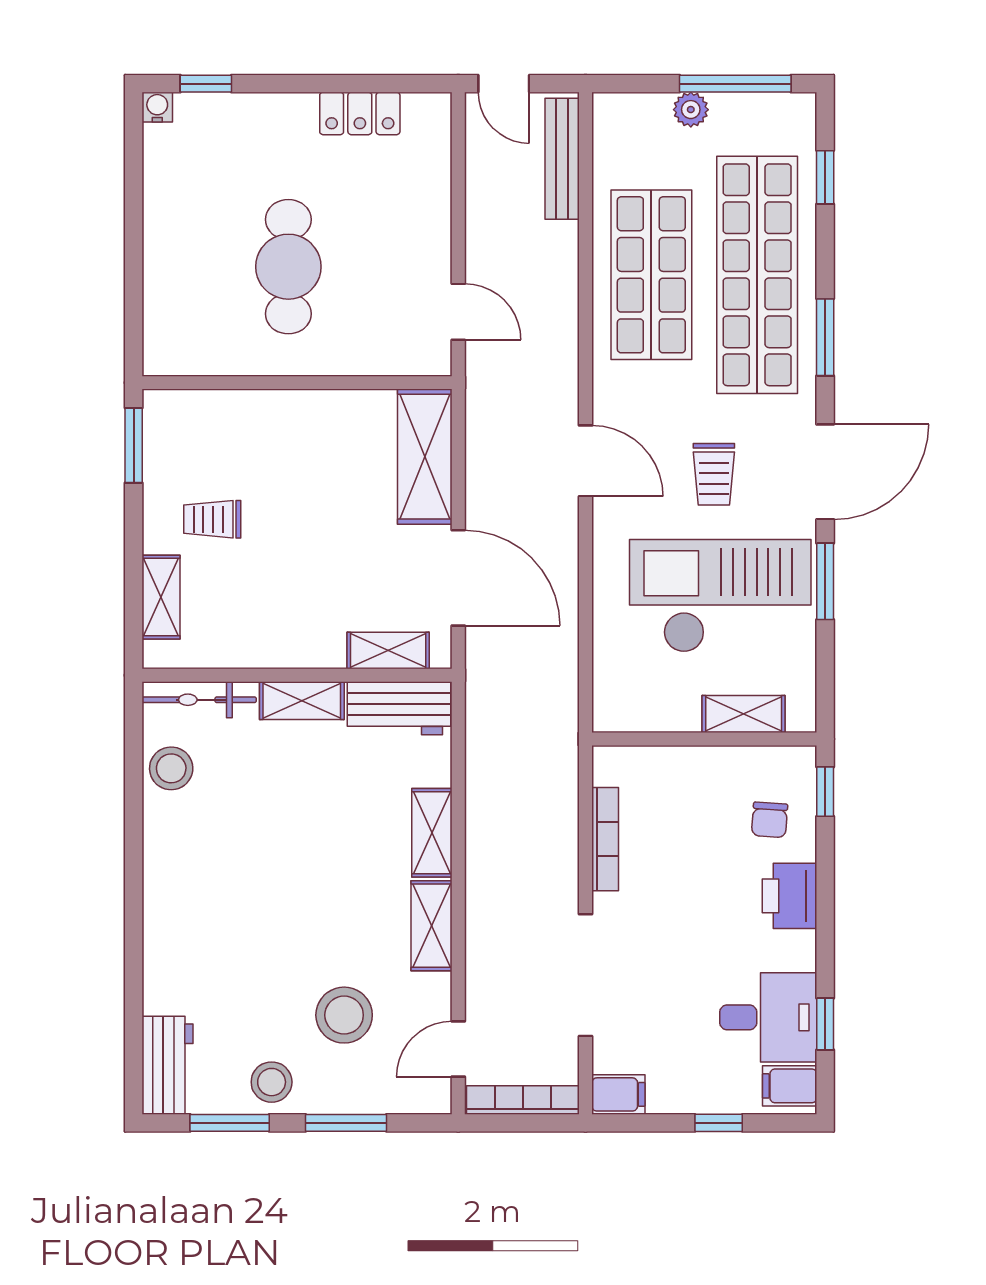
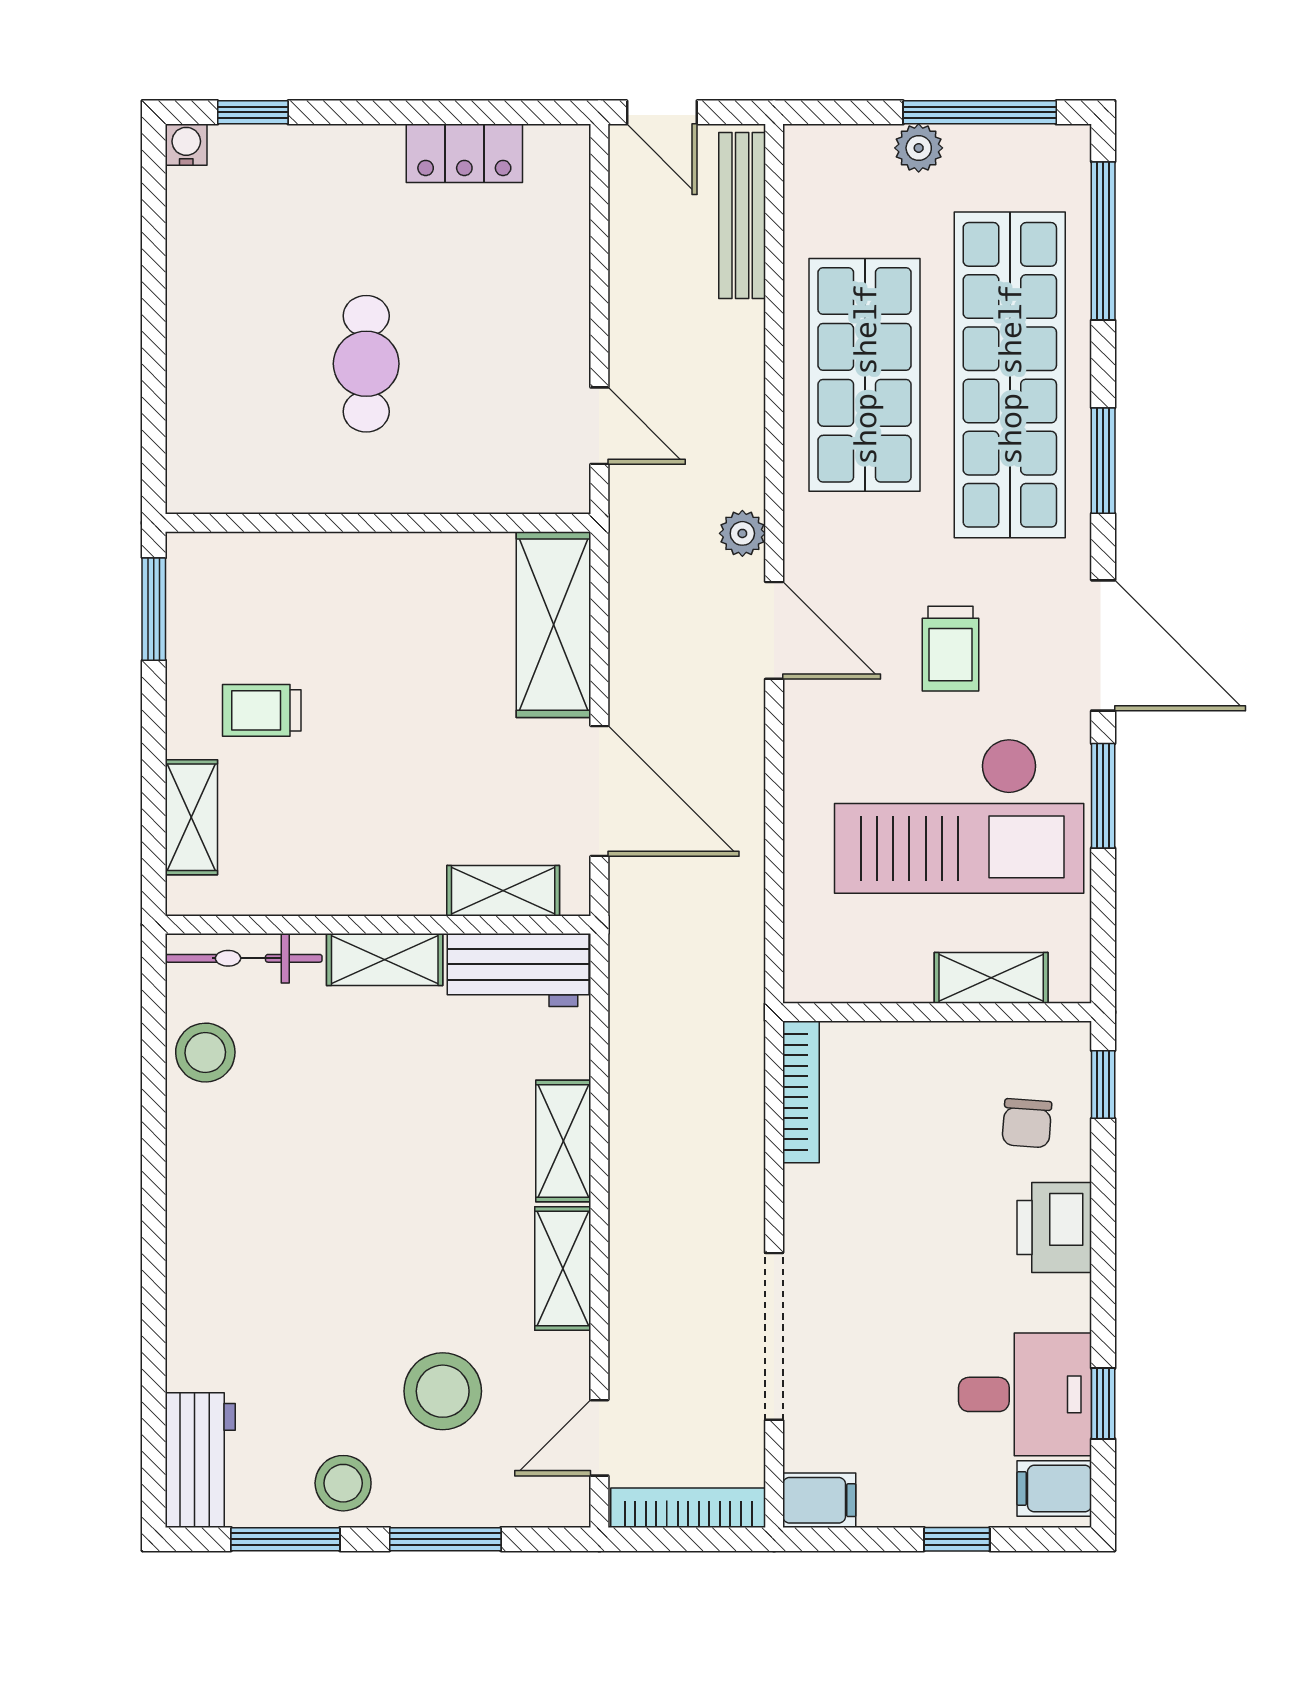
window: (825, 177) -> (1103, 241), width x2.17
cafe table: (288, 267) -> (366, 364), width x0.73, depth x0.74
plant: (562, 390) -> (742, 533), added
door: (825, 472) -> (1103, 645), hinge flipped
checkout: (720, 596) -> (959, 816), turned 180
bookcase: (605, 839) -> (801, 1092), moved

